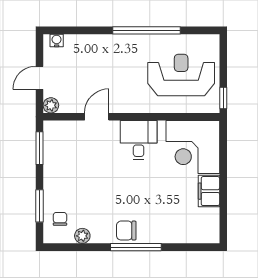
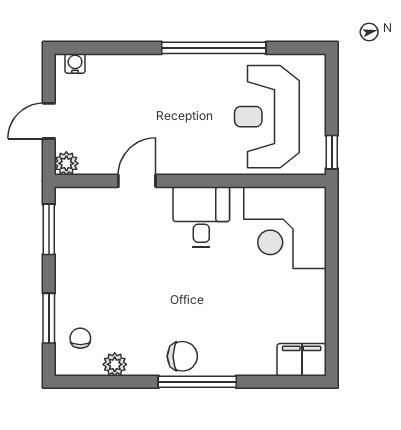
reception desk: (181, 75) -> (267, 117), turned -90
filing cabinet: (209, 191) -> (302, 360), moved, turned 90
chair: (126, 231) -> (182, 356), turned 180

